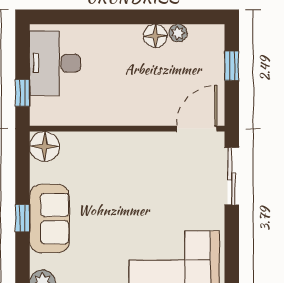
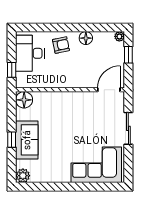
plant: (178, 33) -> (119, 36), moved
armchair: (111, 48) -> (61, 45), added
sliding door: (232, 176) -> (128, 128), moved

